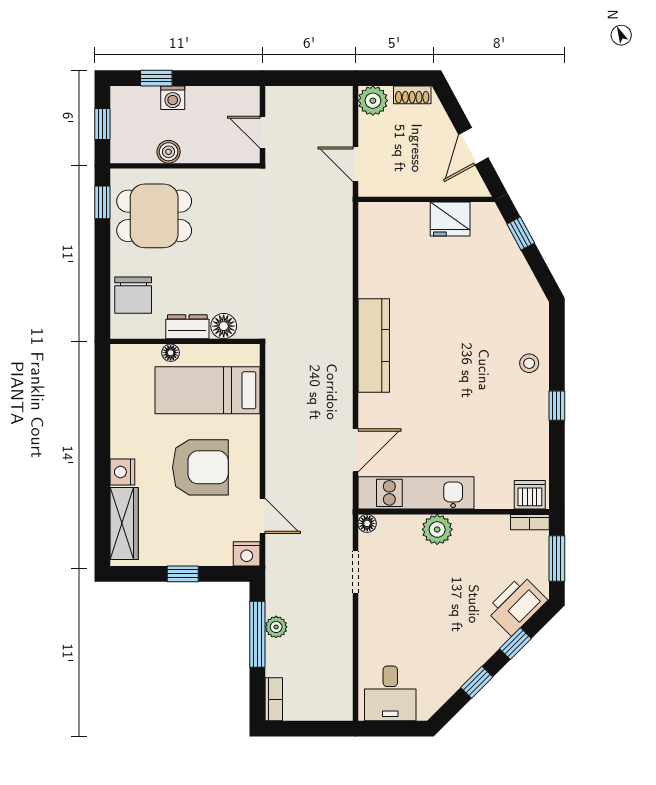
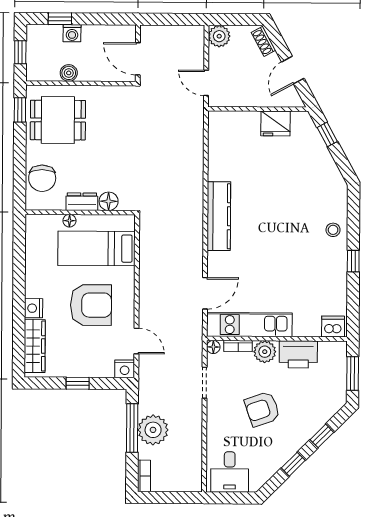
shoe rack: (412, 95) -> (263, 41), moved, turned 62
door: (263, 132) -> (138, 59), width x1.38
bookcase: (530, 522) -> (238, 346), moved
printer: (517, 605) -> (298, 354), moved, turned -135
armchair: (434, 607) -> (262, 409), added
plant: (276, 627) -> (153, 430), width x1.87, depth x1.87

